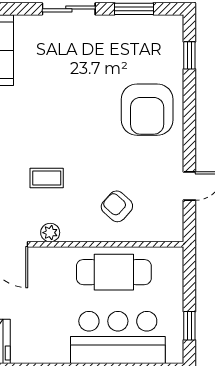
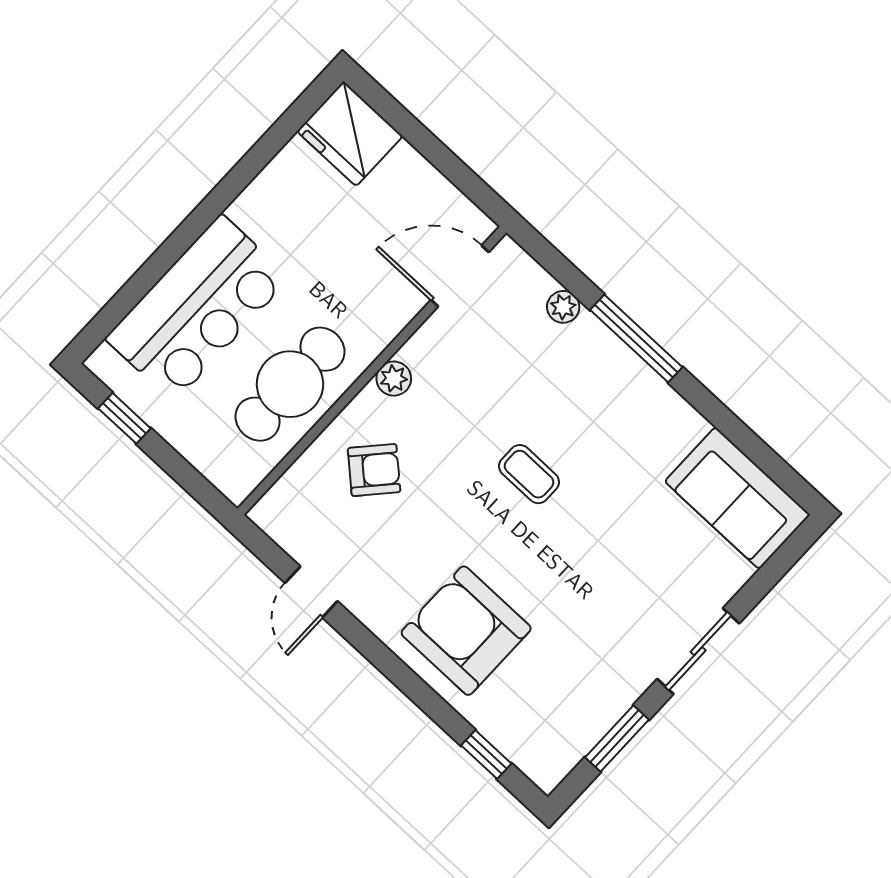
coffee table: (47, 178) -> (529, 474), moved, turned 90
plant: (50, 233) -> (394, 379), moved

